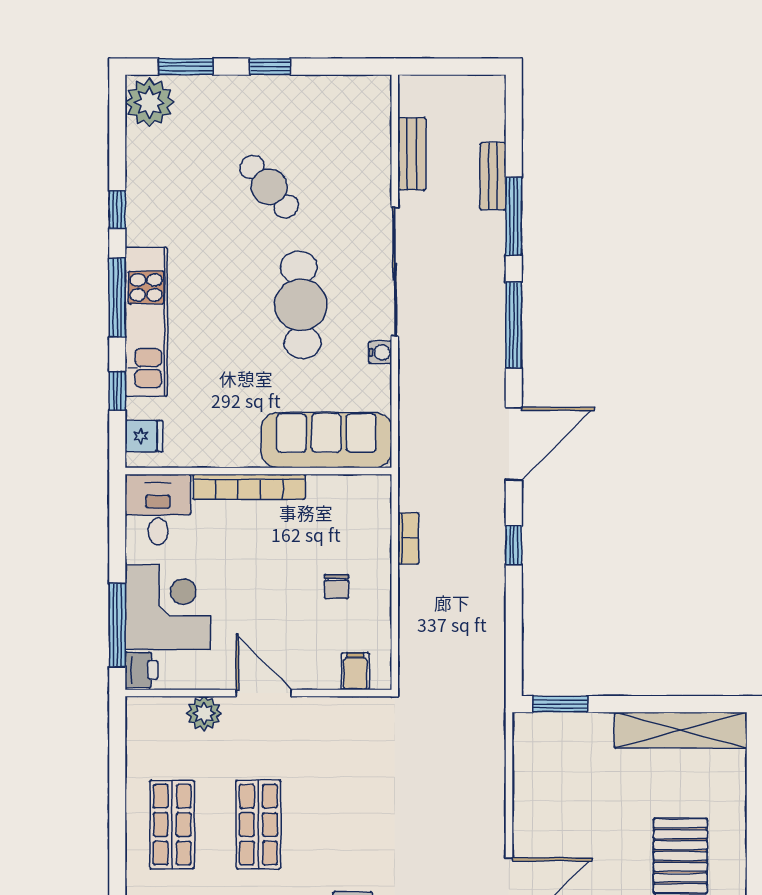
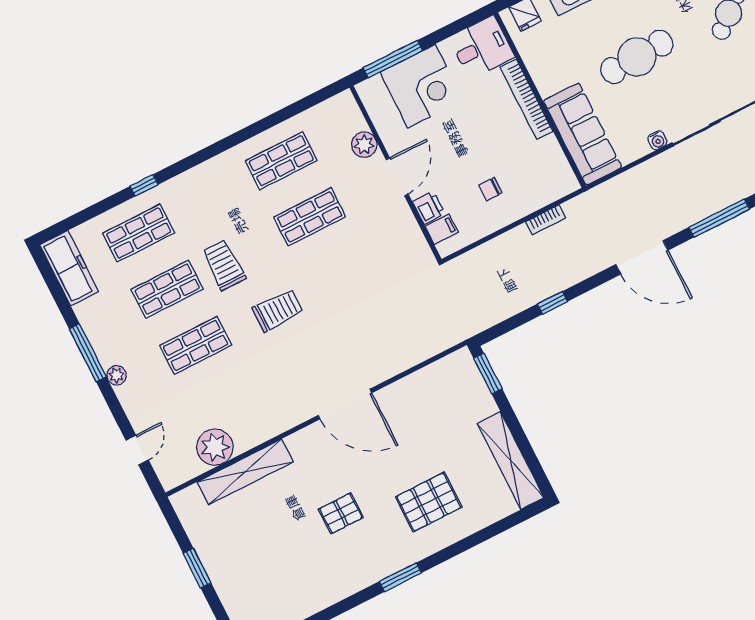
cafe table: (301, 305) -> (637, 57), moved
window: (514, 545) -> (552, 303), moved
printer: (141, 670) -> (429, 208), moved, turned -90

